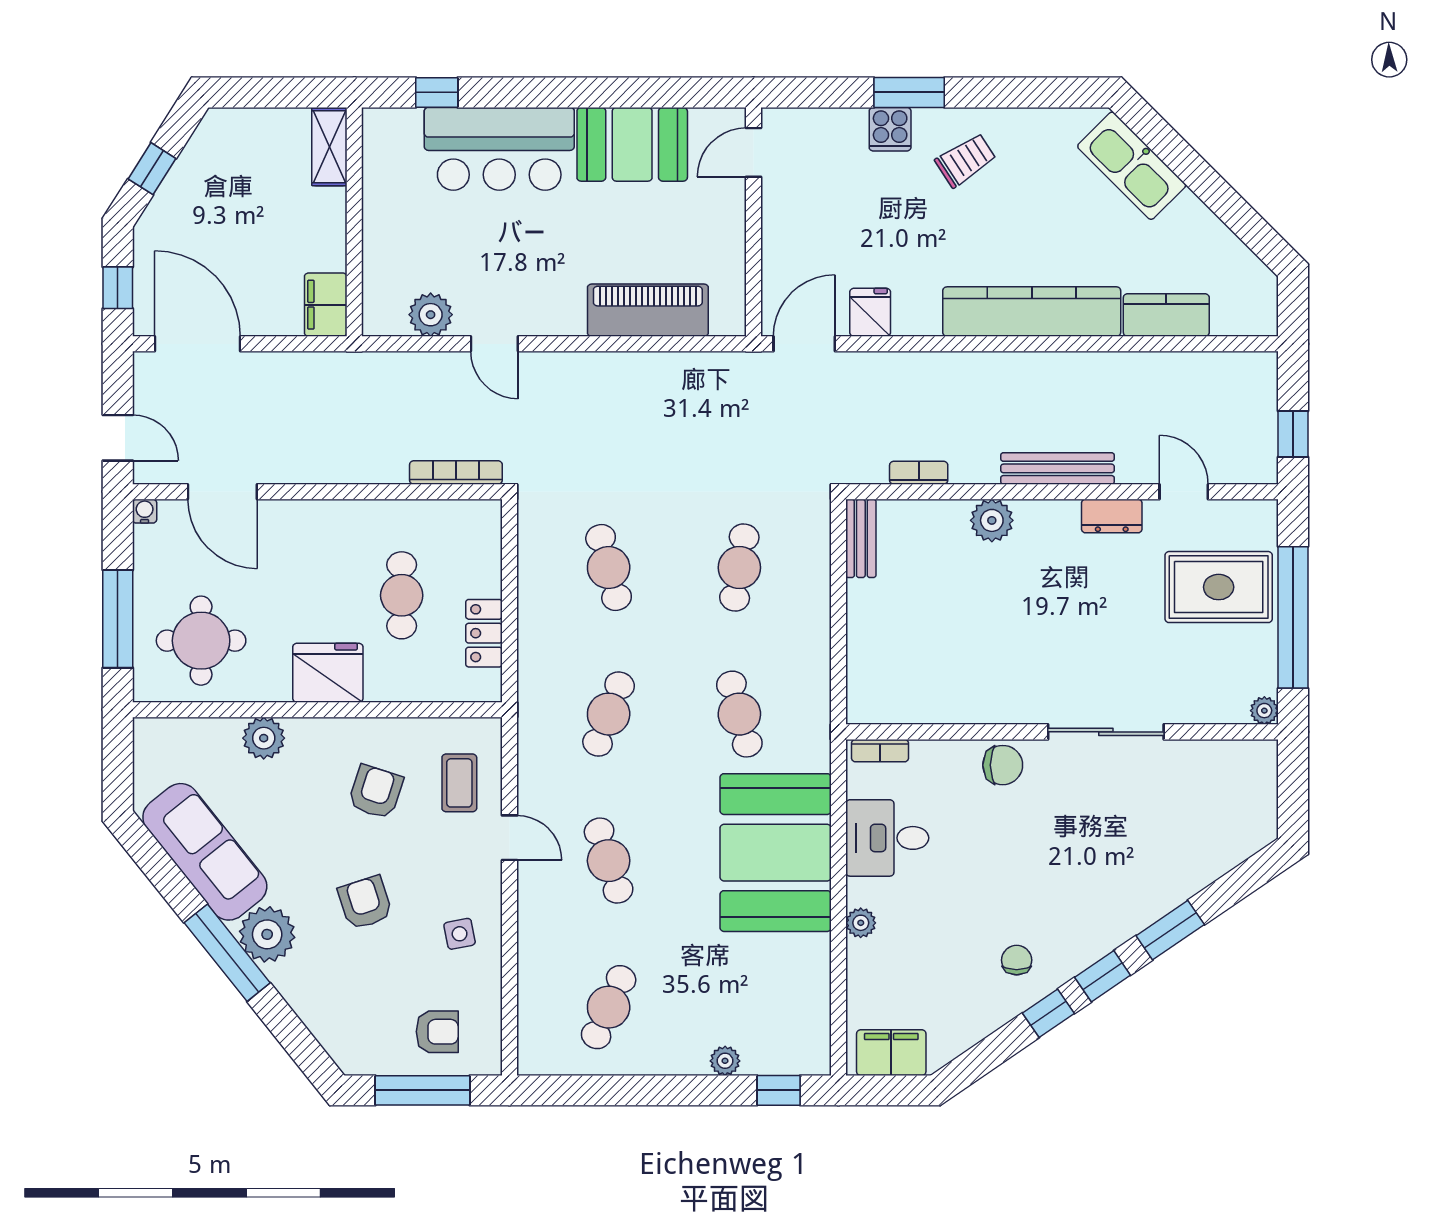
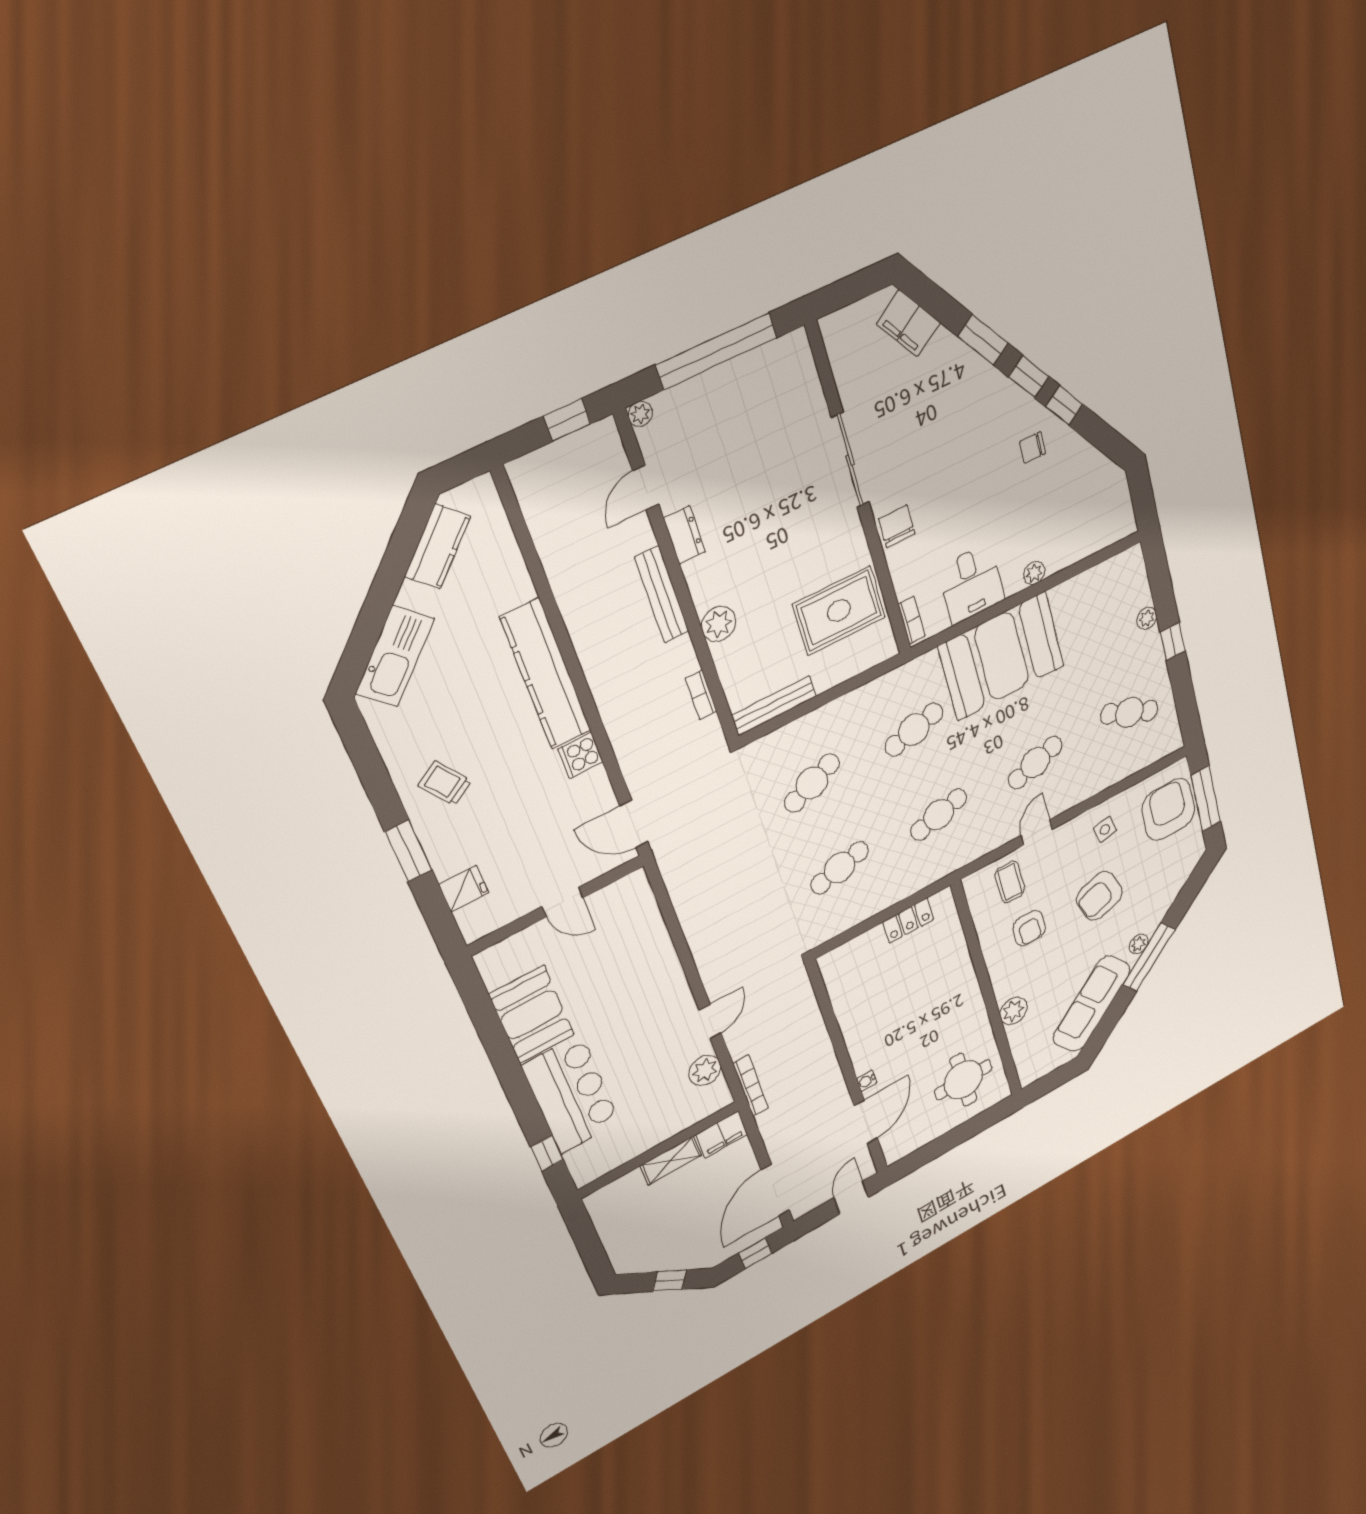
cooker: (890, 129) -> (581, 755), moved, turned 180
shelving: (329, 147) -> (671, 1161), moved
door: (753, 152) -> (562, 902), moved
piano: (648, 310) -> (649, 940), removed
fridge: (870, 312) -> (464, 889), moved, turned 180
kitchen counter: (1166, 315) -> (438, 546), moved, turned -135
bookcase: (456, 472) -> (751, 1086), moved, turned 180
water cooler: (145, 511) -> (867, 1081), moved
bench: (861, 538) -> (774, 706), width x1.36
cafe table: (739, 568) -> (812, 783), turned -33
rug: (1219, 587) -> (839, 611), moved, turned 90
cafe table: (402, 595) -> (899, 983), removed
window: (118, 619) -> (964, 1132), removed
fridge: (328, 673) -> (962, 998), removed
plant: (1264, 711) -> (640, 414), moved
cafe table: (609, 714) -> (939, 815), turned -36
coffee table: (459, 783) -> (1010, 882), turned 90
armchair: (376, 792) -> (1029, 928), turned -108
armchair: (365, 903) -> (1099, 896), width x1.38, depth x1.38
plant: (267, 934) -> (1139, 944), width x0.53, depth x0.53
armchair: (437, 1032) -> (1168, 810), width x1.88, depth x1.88
filing cabinet: (891, 1053) -> (908, 323), moved, turned -34
window: (779, 1090) -> (1173, 641), moved

